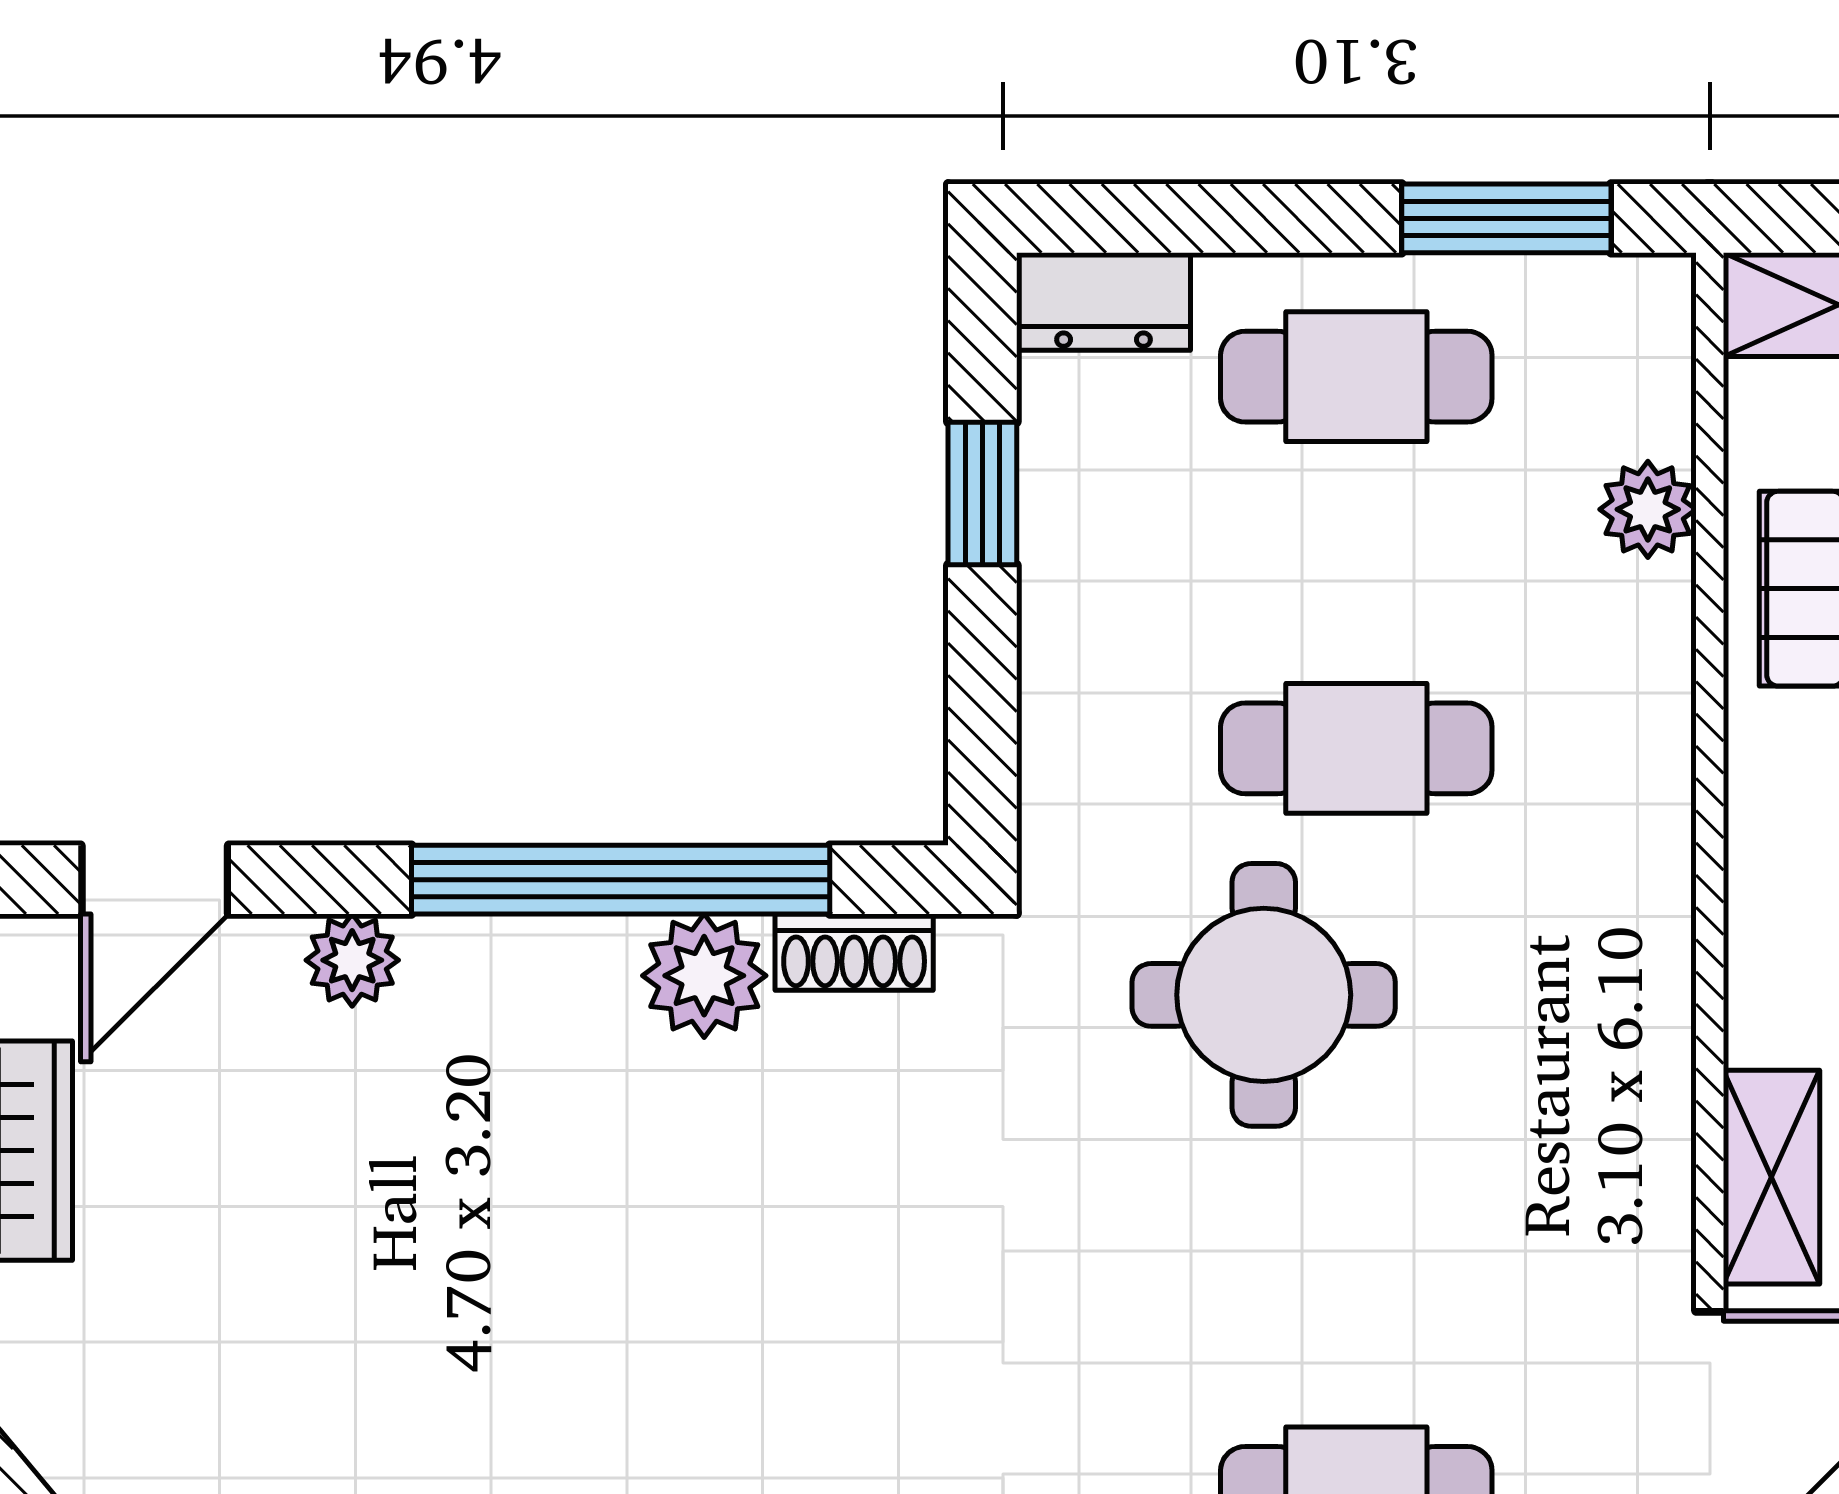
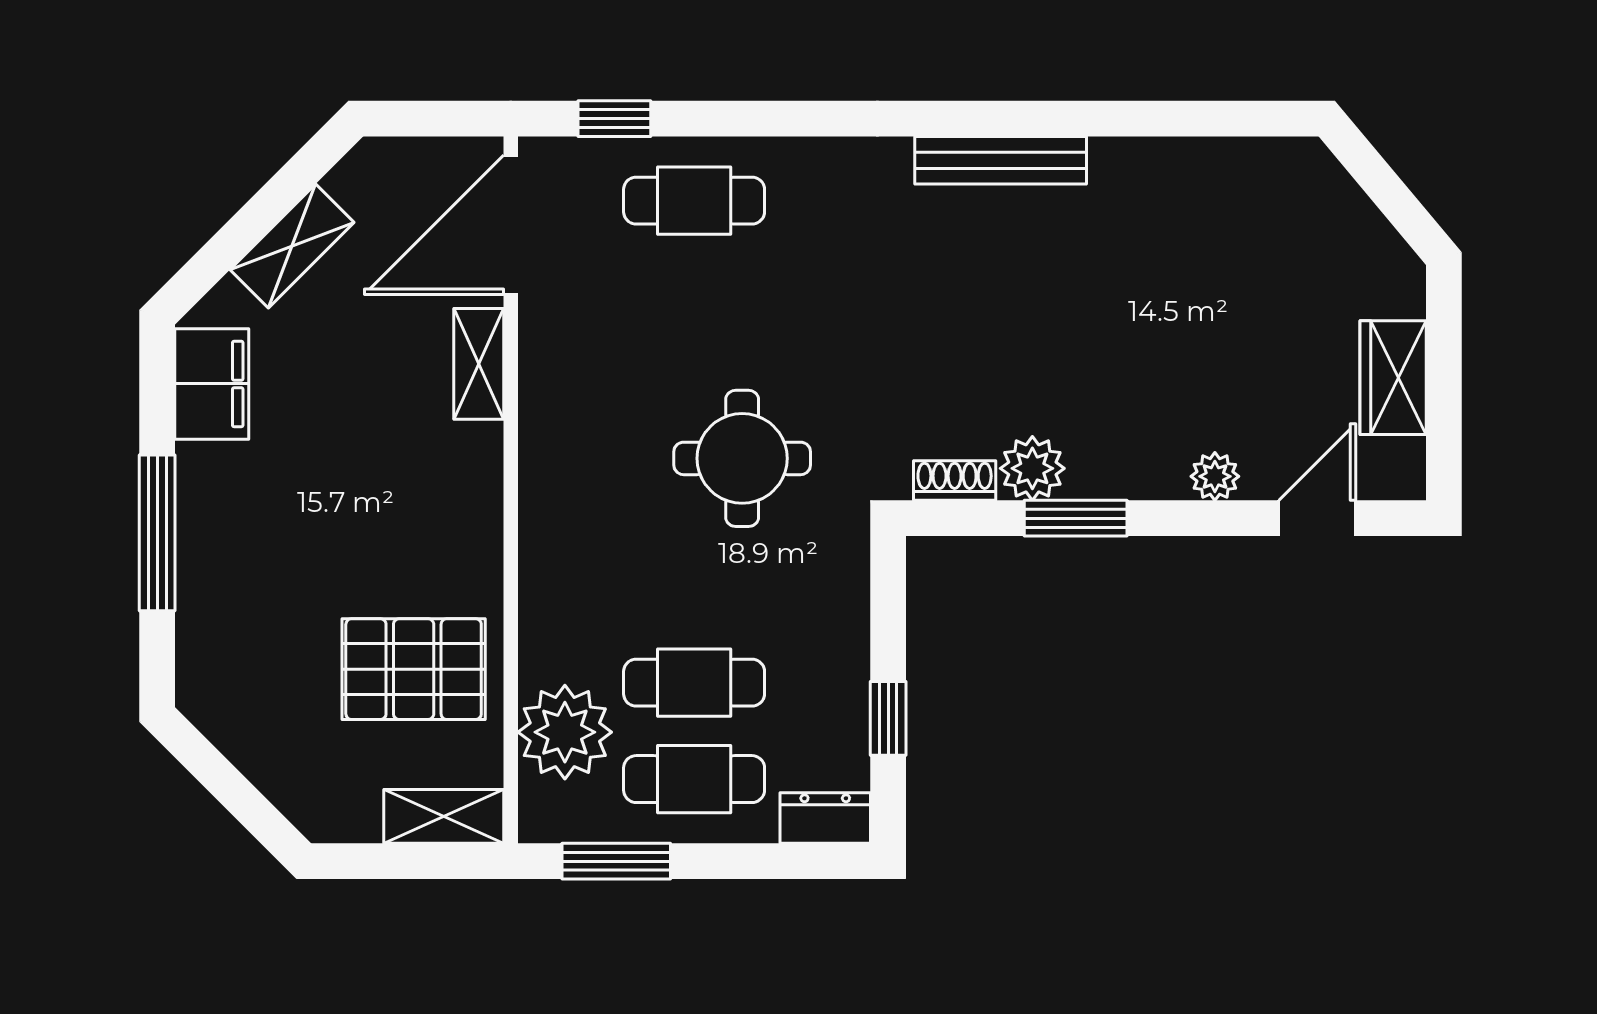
plant: (1648, 509) -> (565, 732), width x1.87, depth x1.87
cafe table: (1356, 748) -> (694, 683), moved
window: (621, 880) -> (1076, 518), width x0.47

